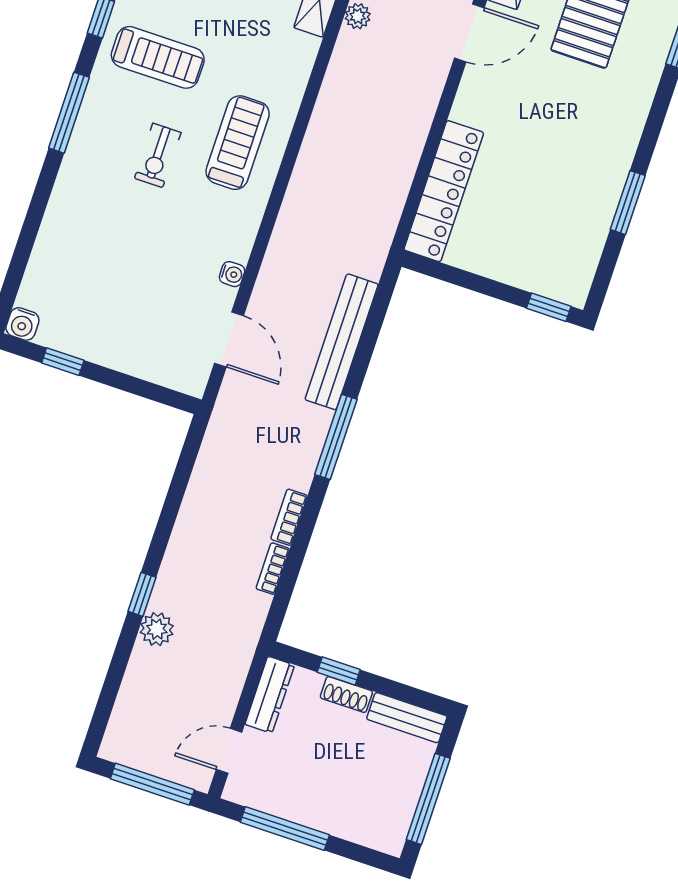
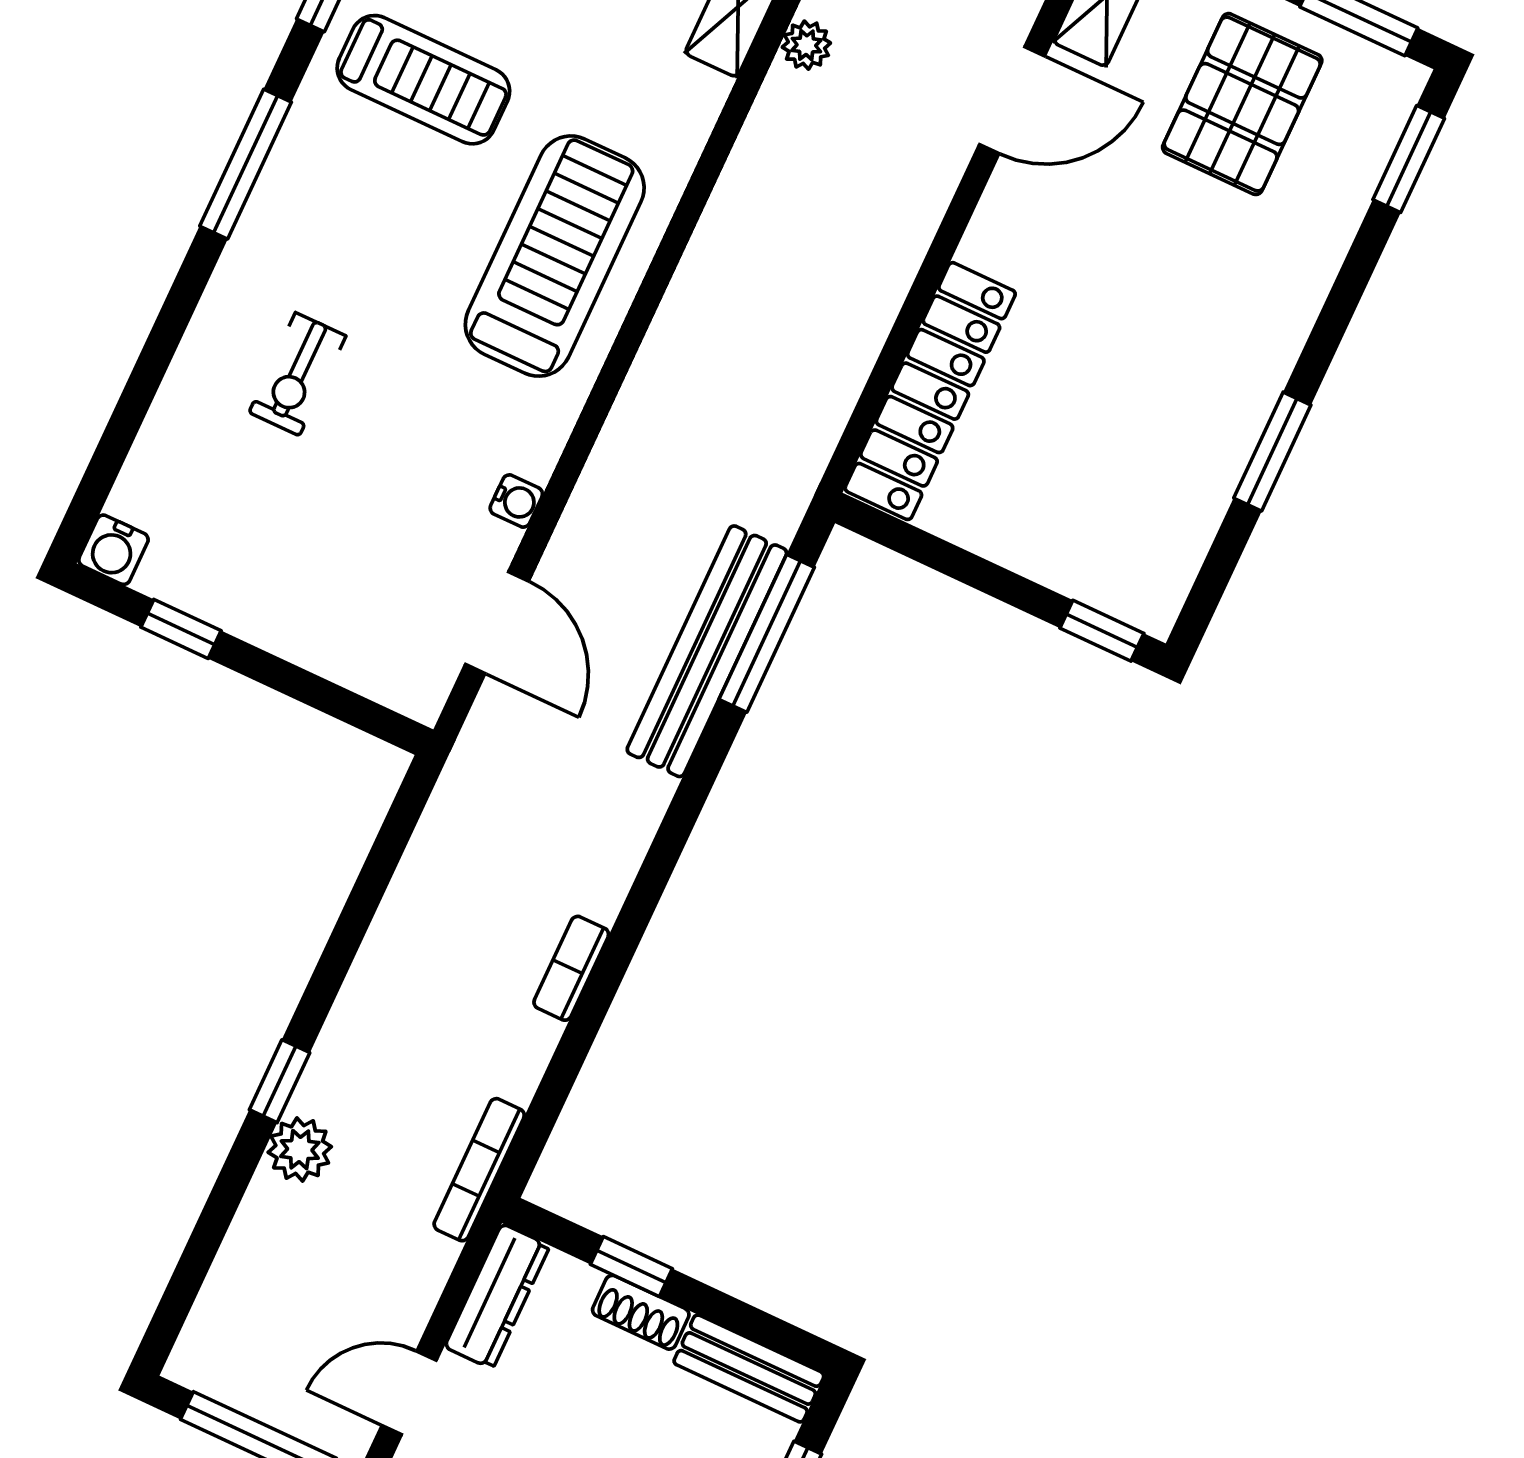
treadmill: (238, 143) -> (555, 256), width x1.37, depth x1.38
exercise bike: (158, 155) -> (297, 374), moved
window: (336, 437) -> (767, 633), moved
bookcase: (273, 569) -> (479, 1170), moved, width x1.56

